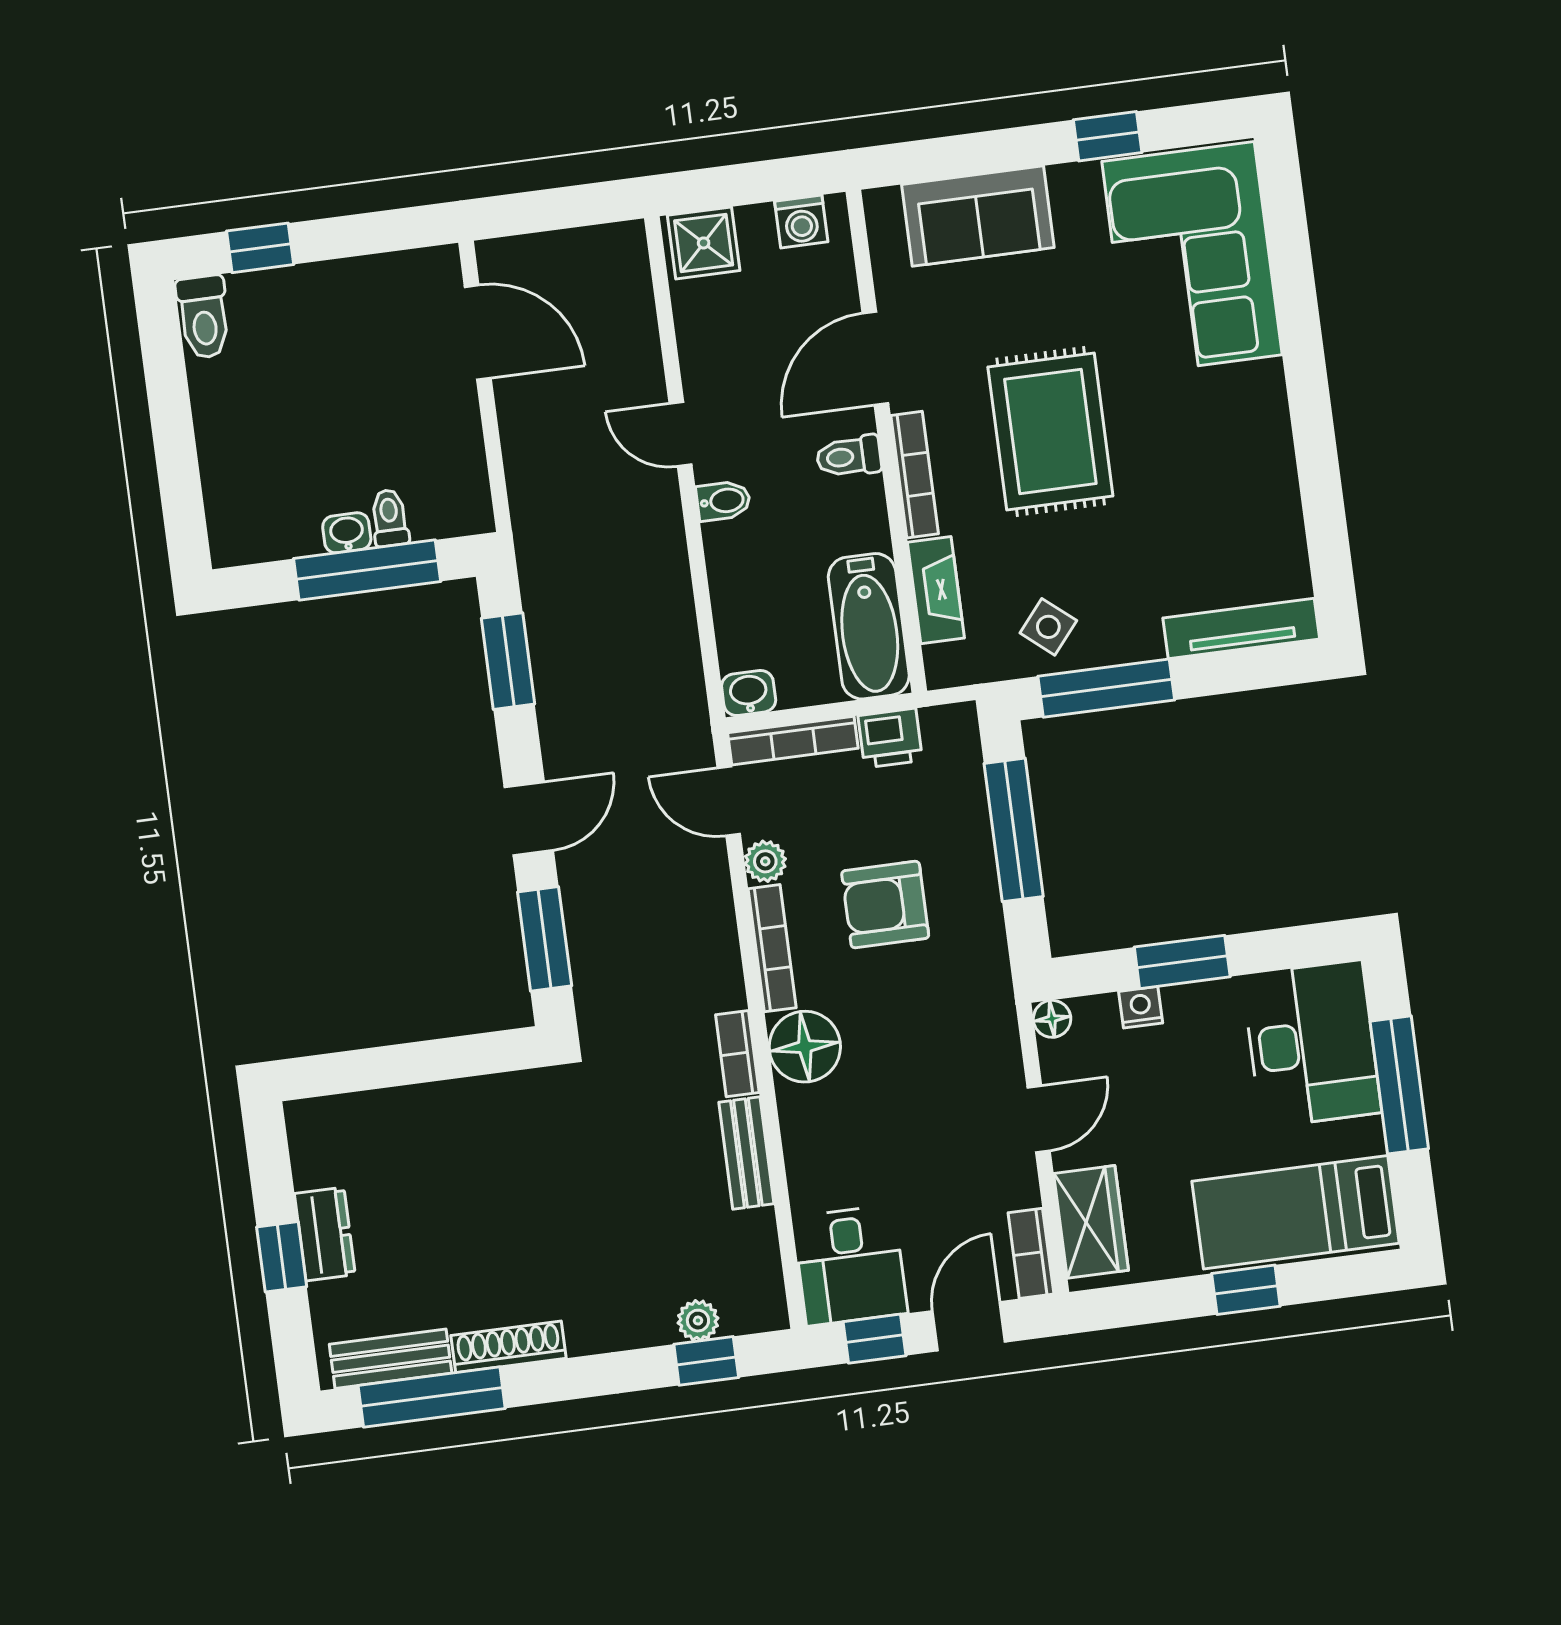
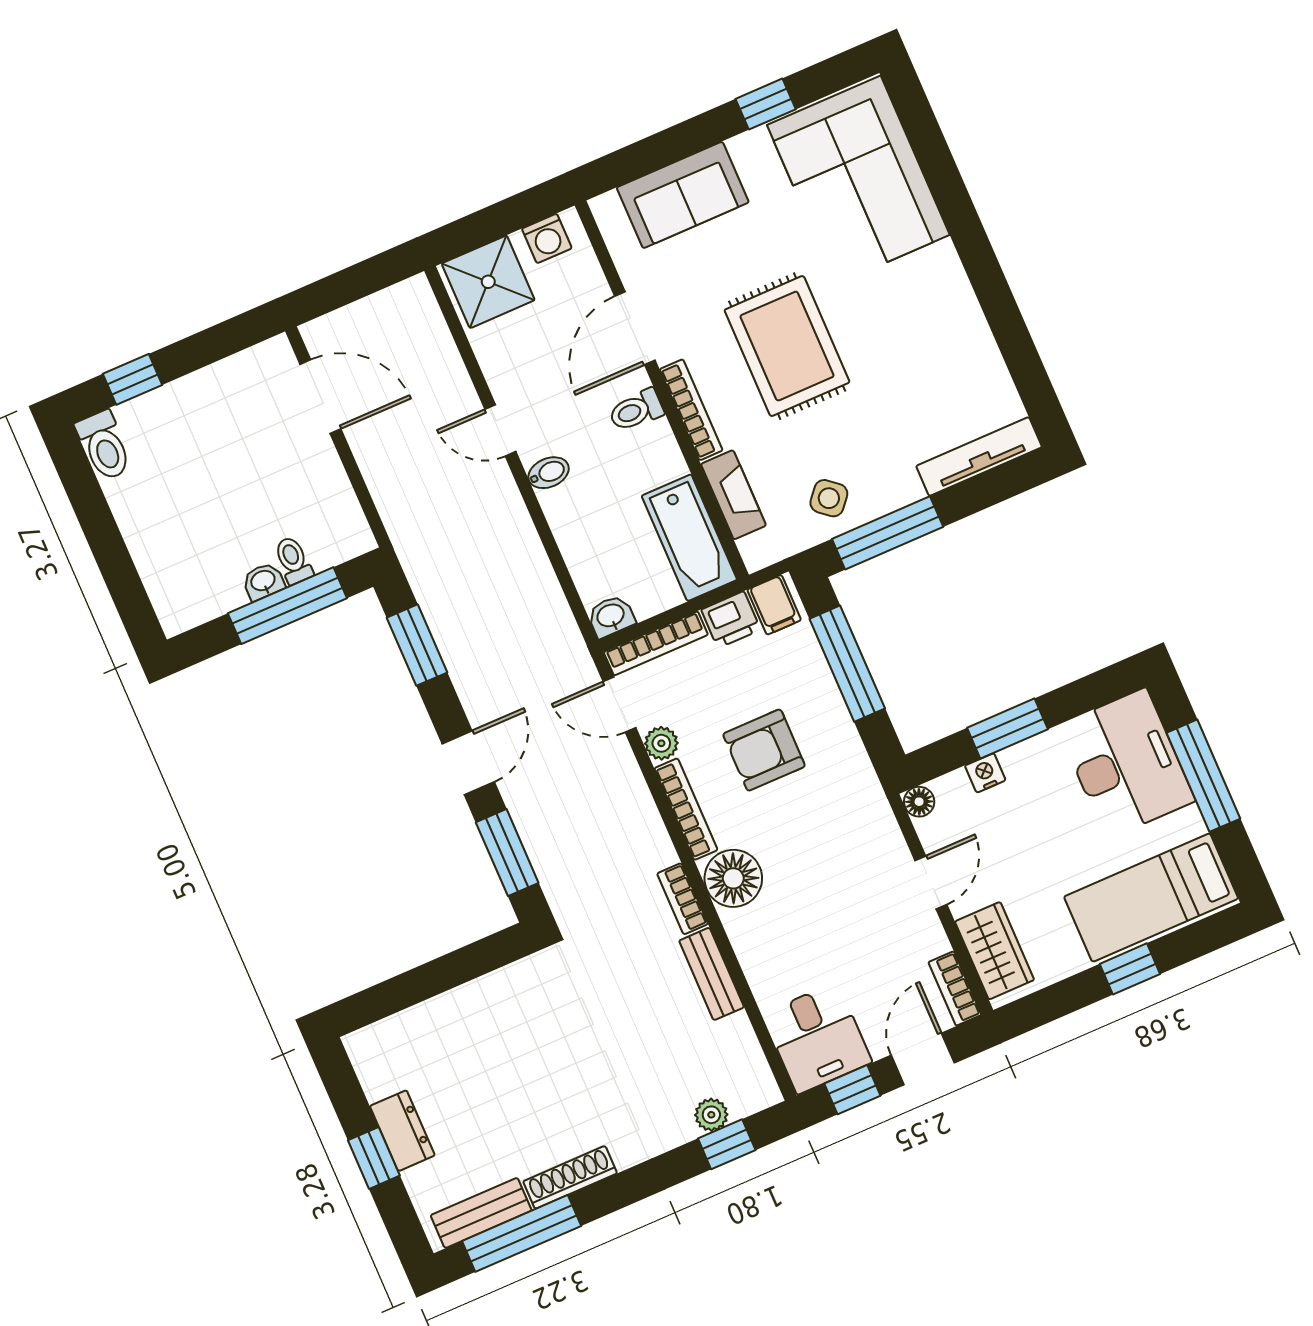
shower: (704, 243) -> (488, 282), width x1.36, depth x1.36
filing cabinet: (947, 735) -> (774, 605), added

